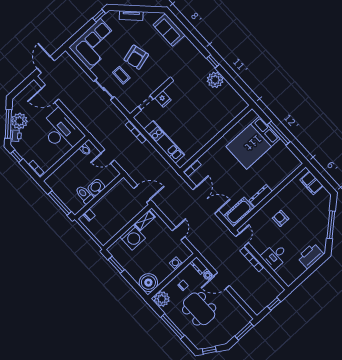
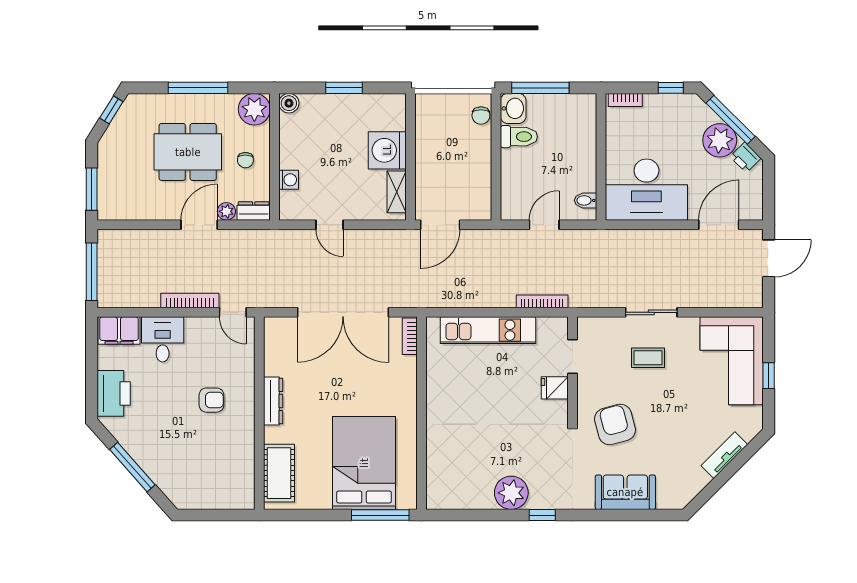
window: (99, 16) -> (769, 376), moved
sofa: (169, 30) -> (625, 492), moved
armchair: (136, 57) -> (615, 424), moved
door: (46, 65) -> (769, 258), hinge flipped
window: (279, 133) -> (380, 515), moved
printer: (16, 136) -> (746, 157), moved
filing cabinet: (311, 183) -> (119, 331), moved, turned 180
washbasin: (96, 187) -> (513, 108), moved
double door: (206, 200) -> (343, 312), width x1.36
cot: (239, 212) -> (279, 473), moved
window: (116, 265) -> (344, 88), moved
boiler: (148, 283) -> (289, 103), width x0.54, depth x0.54
window: (274, 304) -> (92, 272), width x2.17

